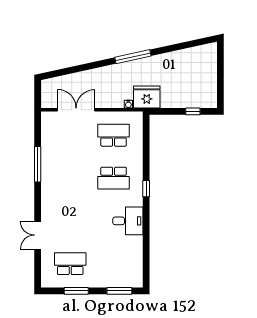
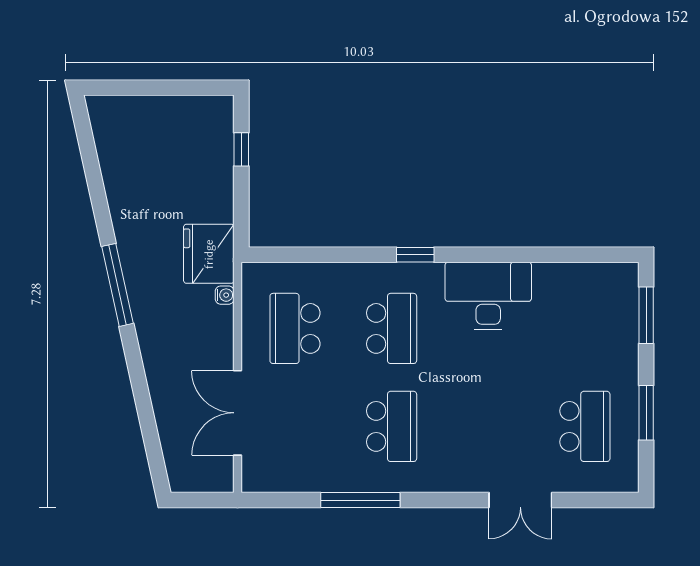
school desk: (70, 178) -> (392, 426), added
desk: (128, 221) -> (488, 296), width x1.37
school desk: (70, 264) -> (585, 426), turned 180

